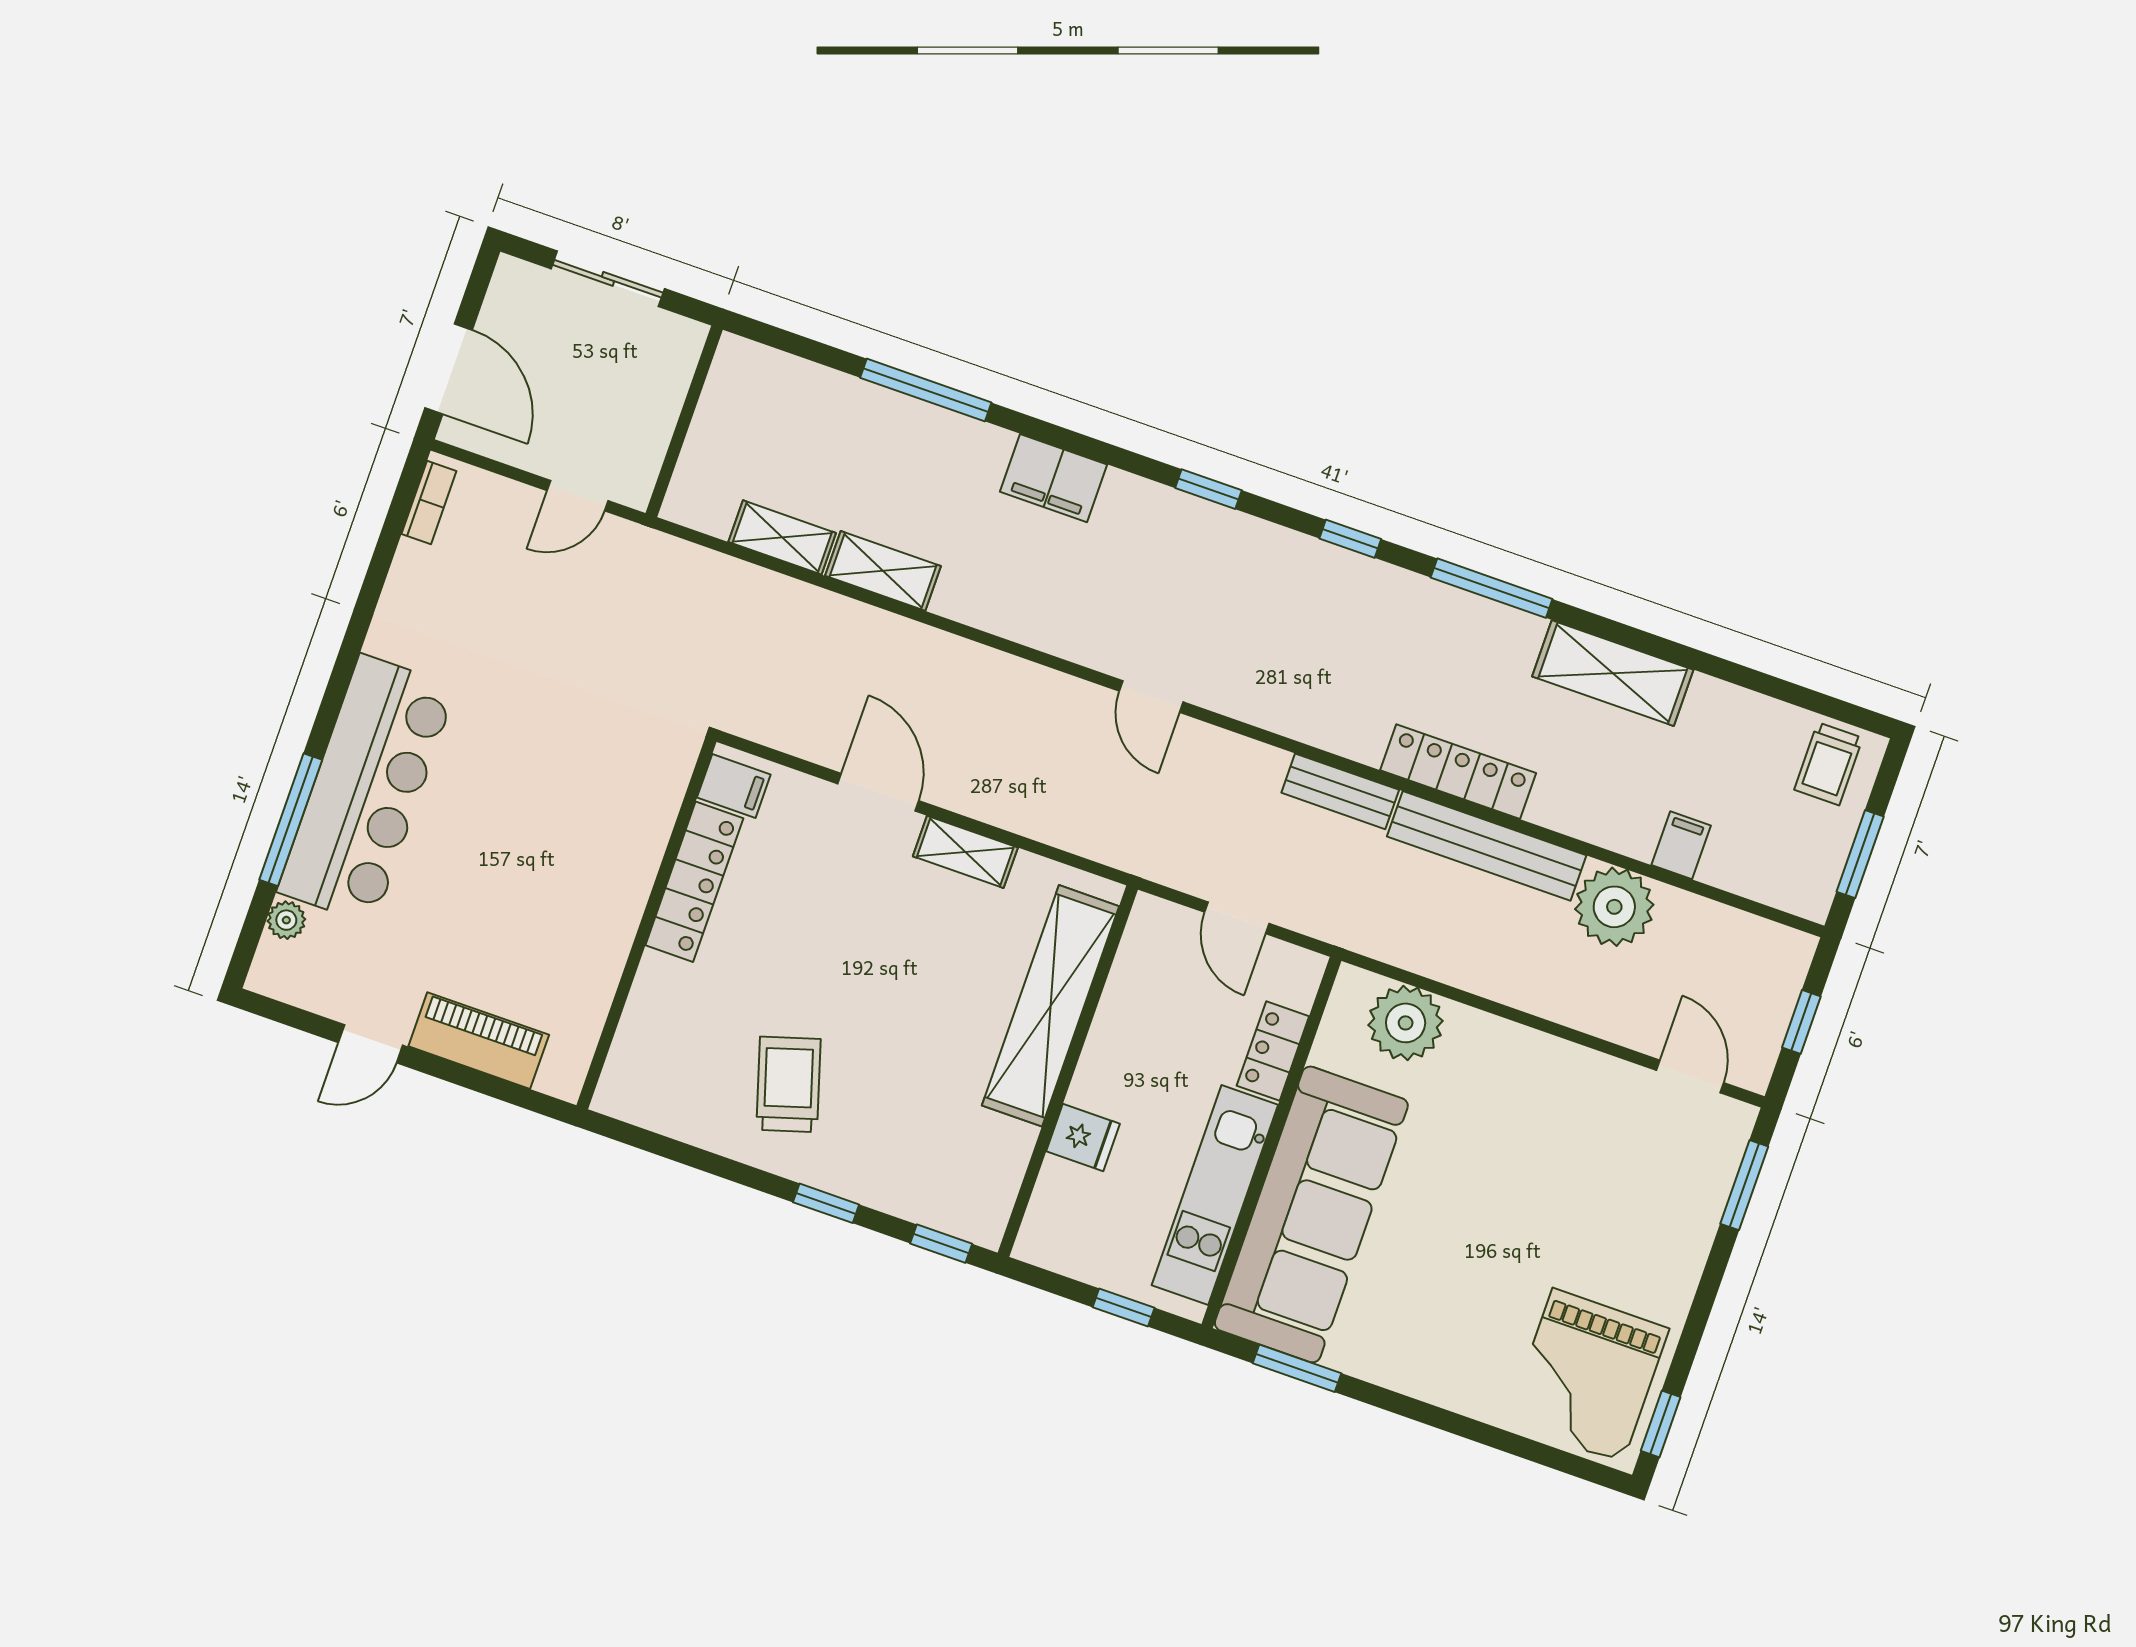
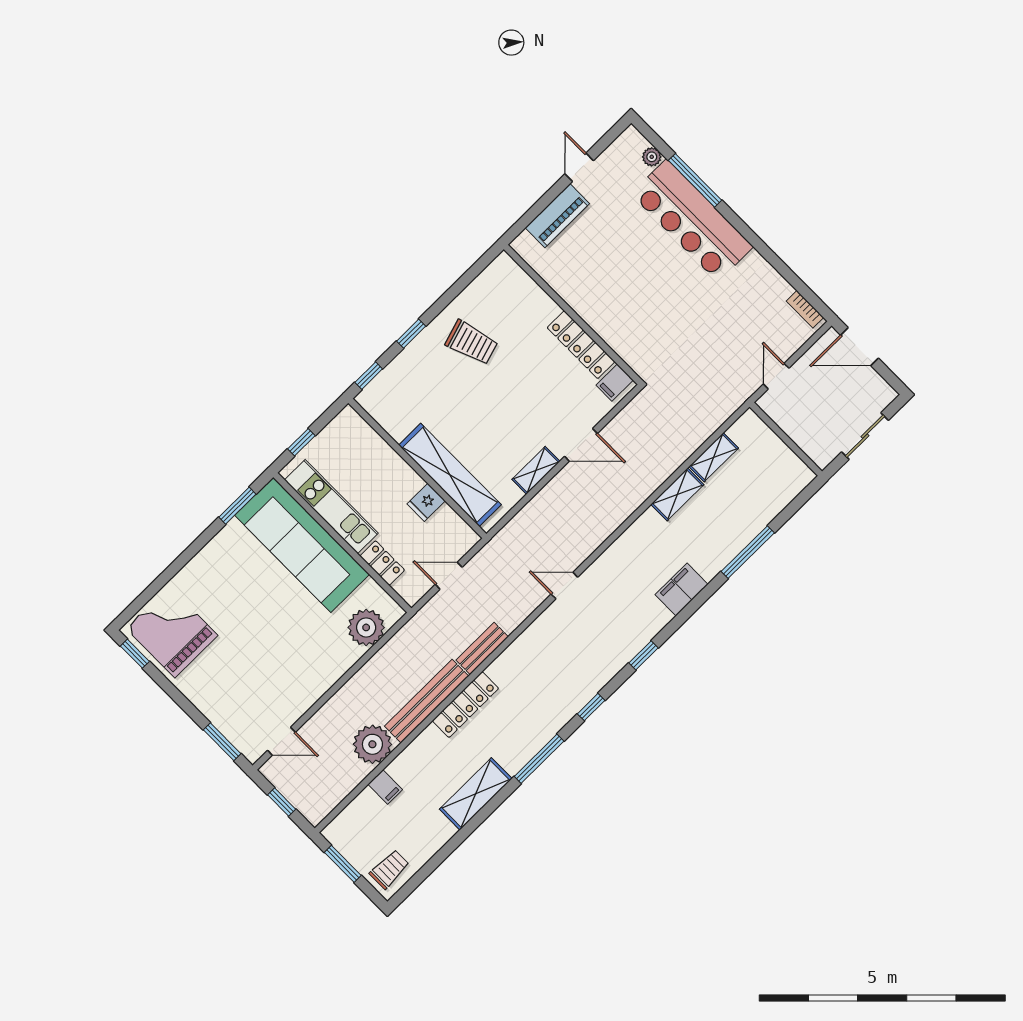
trolley: (1828, 764) -> (389, 869), turned 90
fridge: (1083, 1137) -> (426, 502), moved

